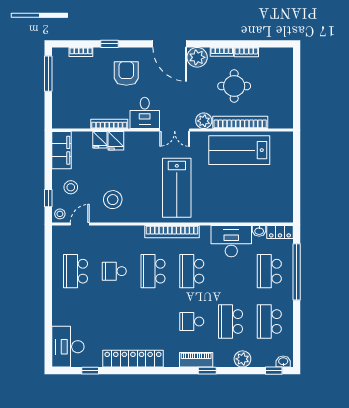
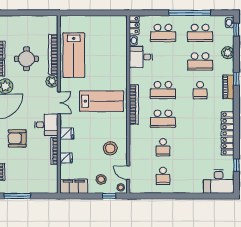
fridge: (116, 141) -> (67, 134), moved
desk: (231, 241) -> (141, 57), width x0.73
school desk: (75, 271) -> (163, 176), width x0.54
window: (297, 272) -> (190, 13), moved

